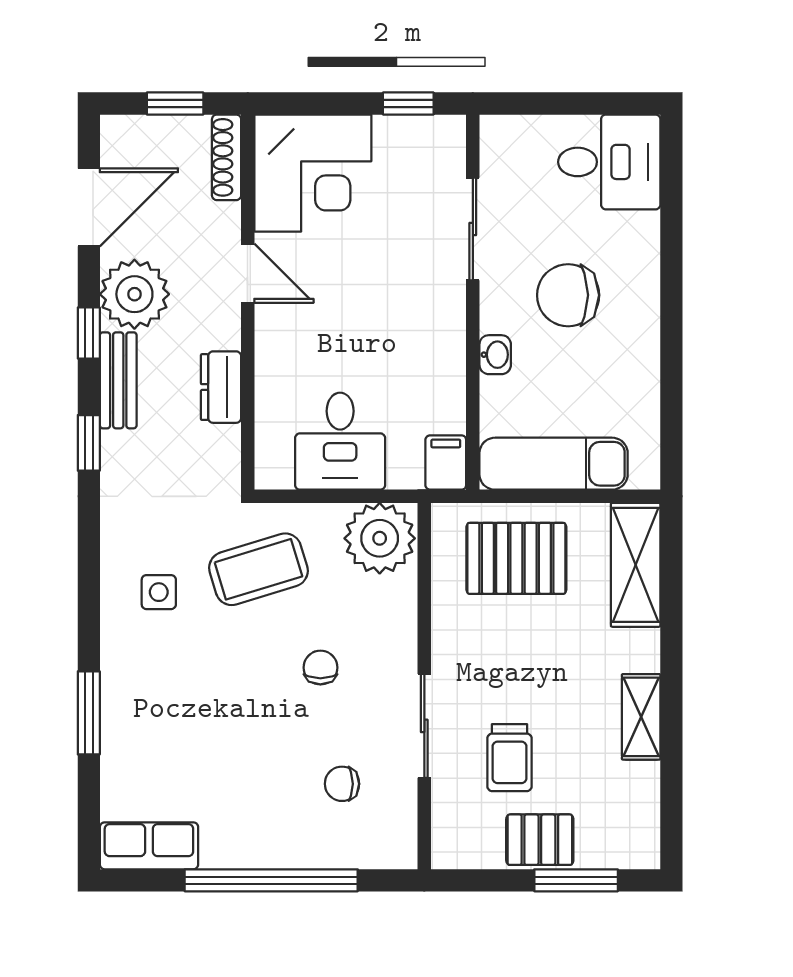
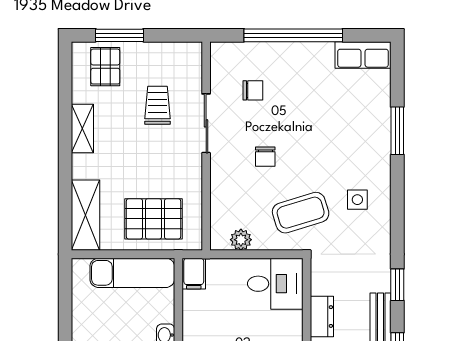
desk: (340, 441) -> (275, 284), moved, turned 90
plant: (380, 538) -> (241, 240), width x0.53, depth x0.53
pallet: (540, 840) -> (105, 67), moved, turned 90

